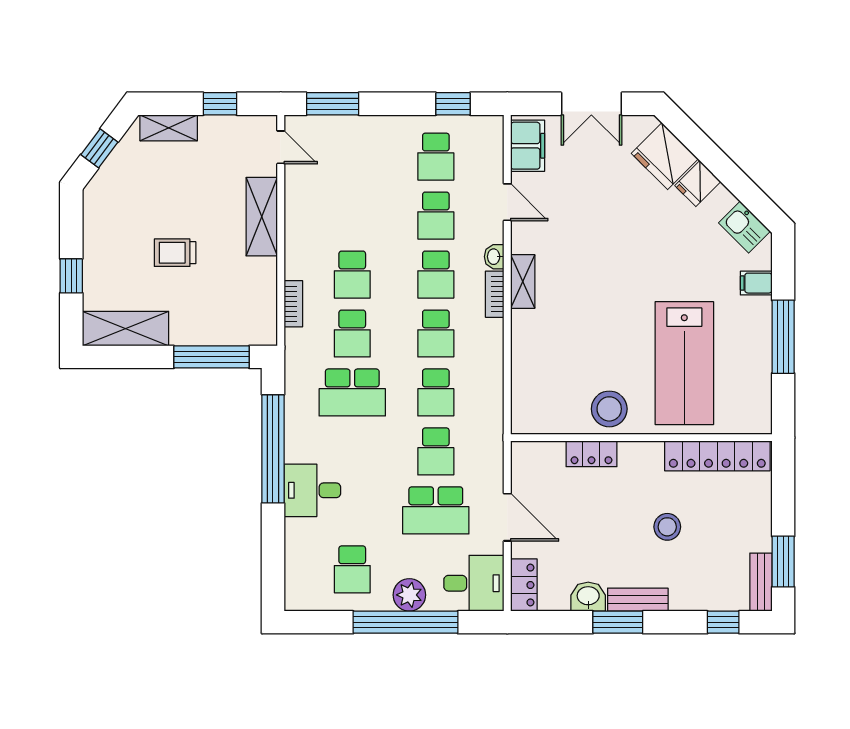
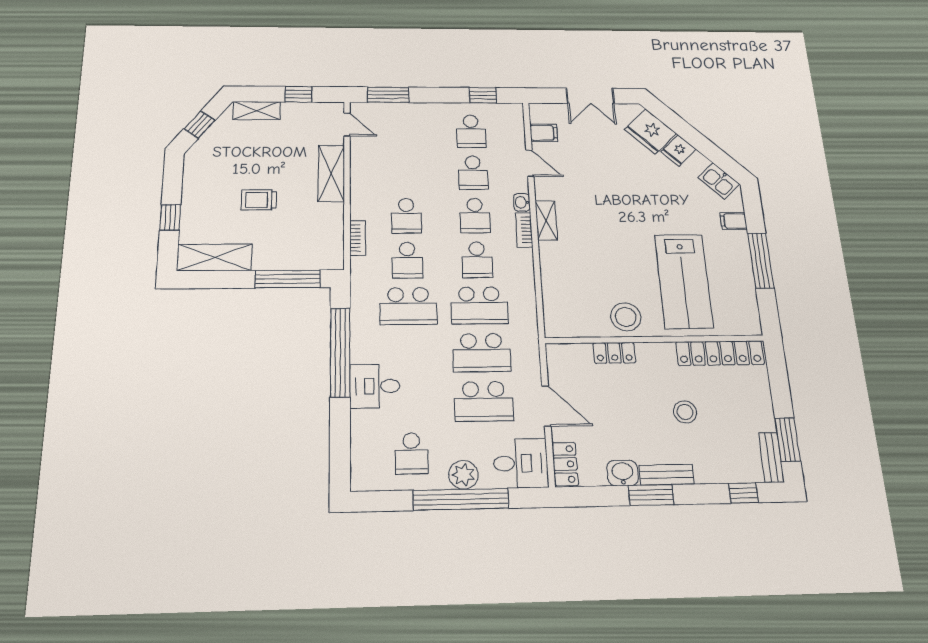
filing cabinet: (528, 146) -> (544, 133), width x0.50
school desk: (436, 392) -> (479, 305), width x1.85
school desk: (436, 451) -> (481, 353), width x1.85

